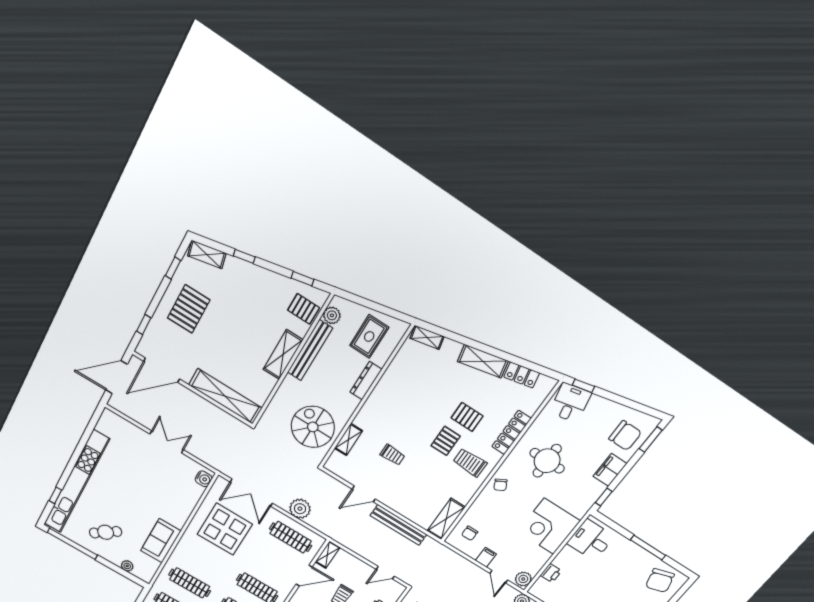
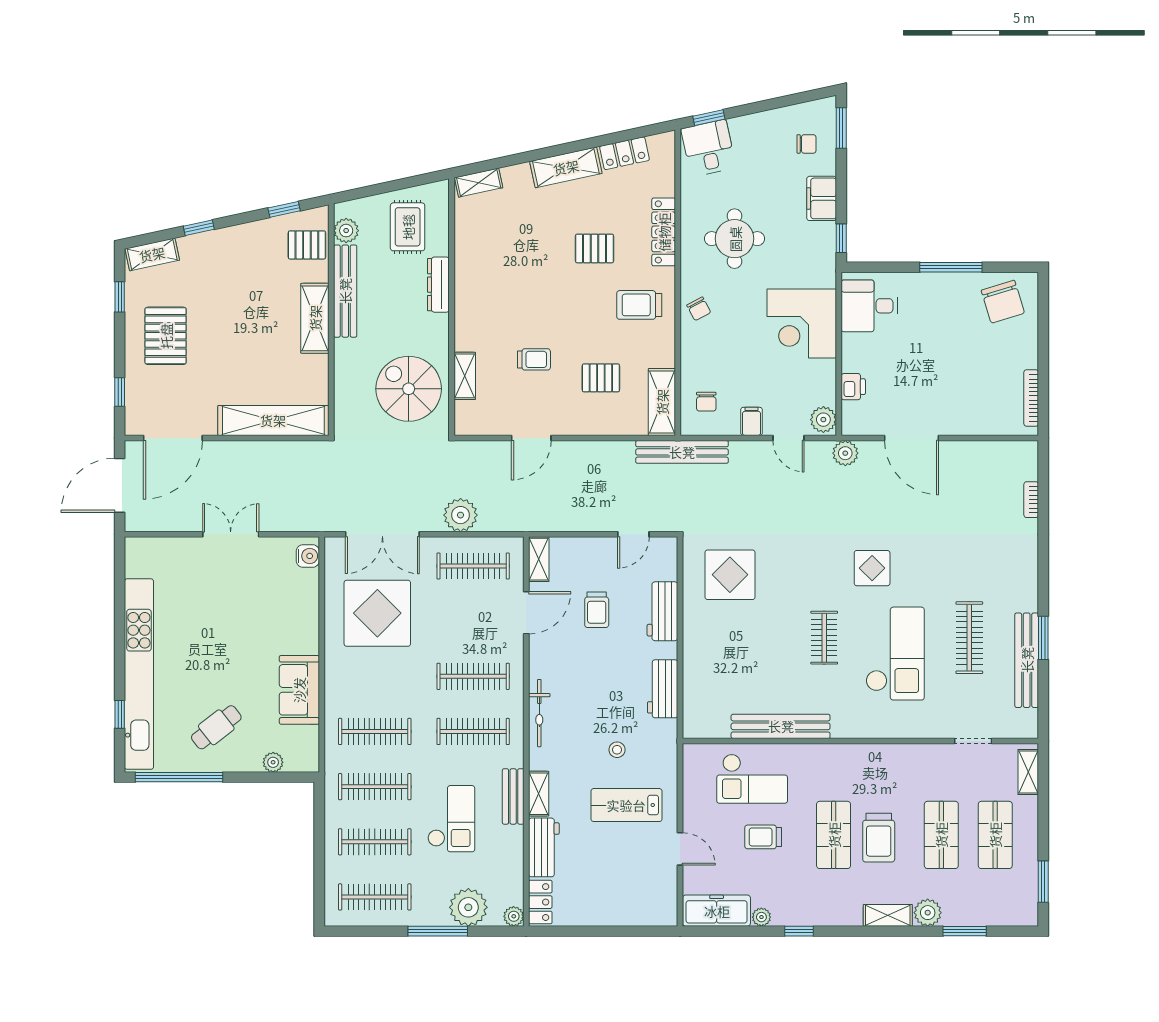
chair: (625, 436) -> (806, 144), width x0.54, depth x0.54
pallet: (446, 441) -> (601, 378), moved, turned 90
bench: (399, 525) -> (682, 452), moved

